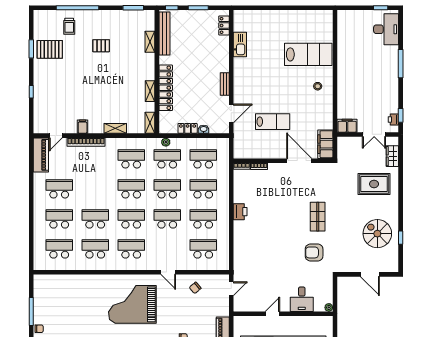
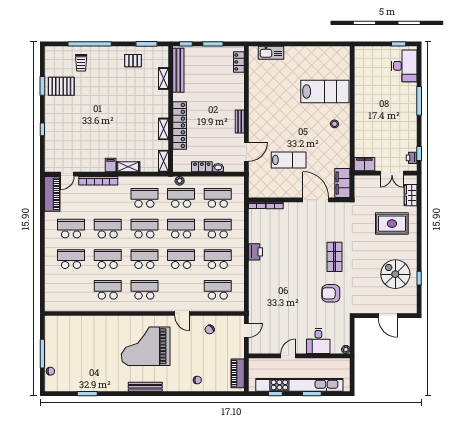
kitchen sink: (240, 44) -> (271, 53), moved, turned 90
pallet: (101, 46) -> (133, 61), moved
filing cabinet: (83, 127) -> (111, 165), moved
school desk: (59, 249) -> (108, 229), moved

